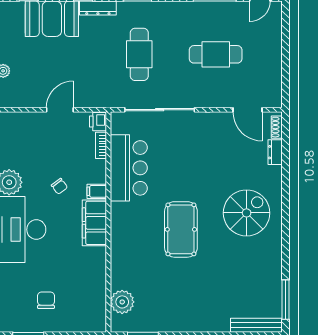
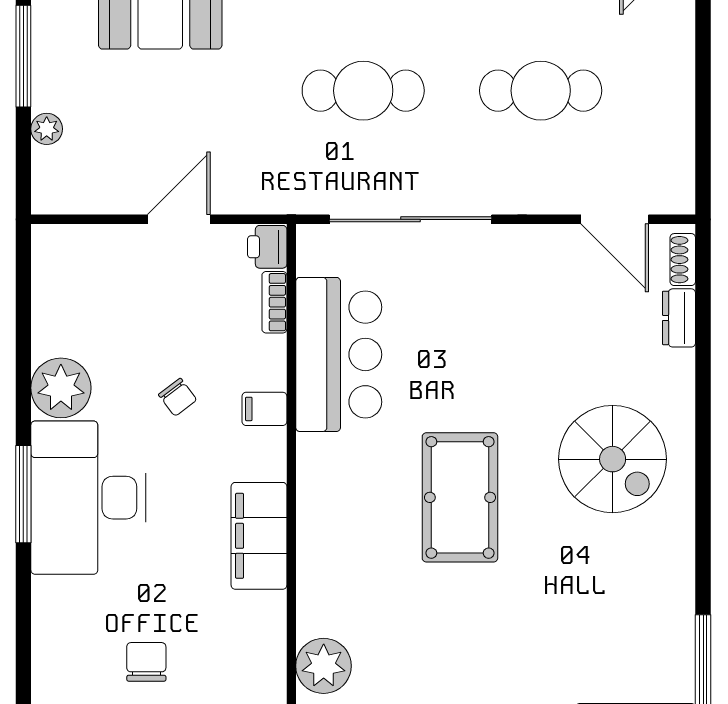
cafe table: (139, 54) -> (363, 91), turned 90
spiral stairs: (247, 213) -> (613, 459), turned 90
filing cabinet: (94, 223) -> (259, 536), moved

